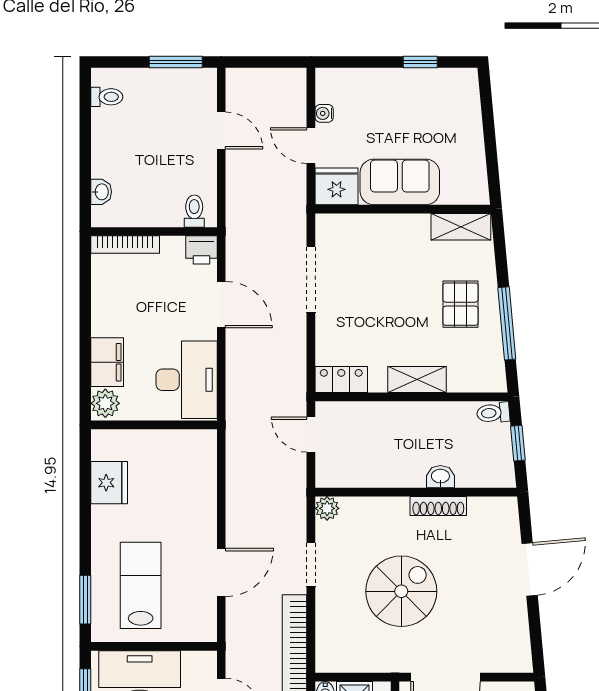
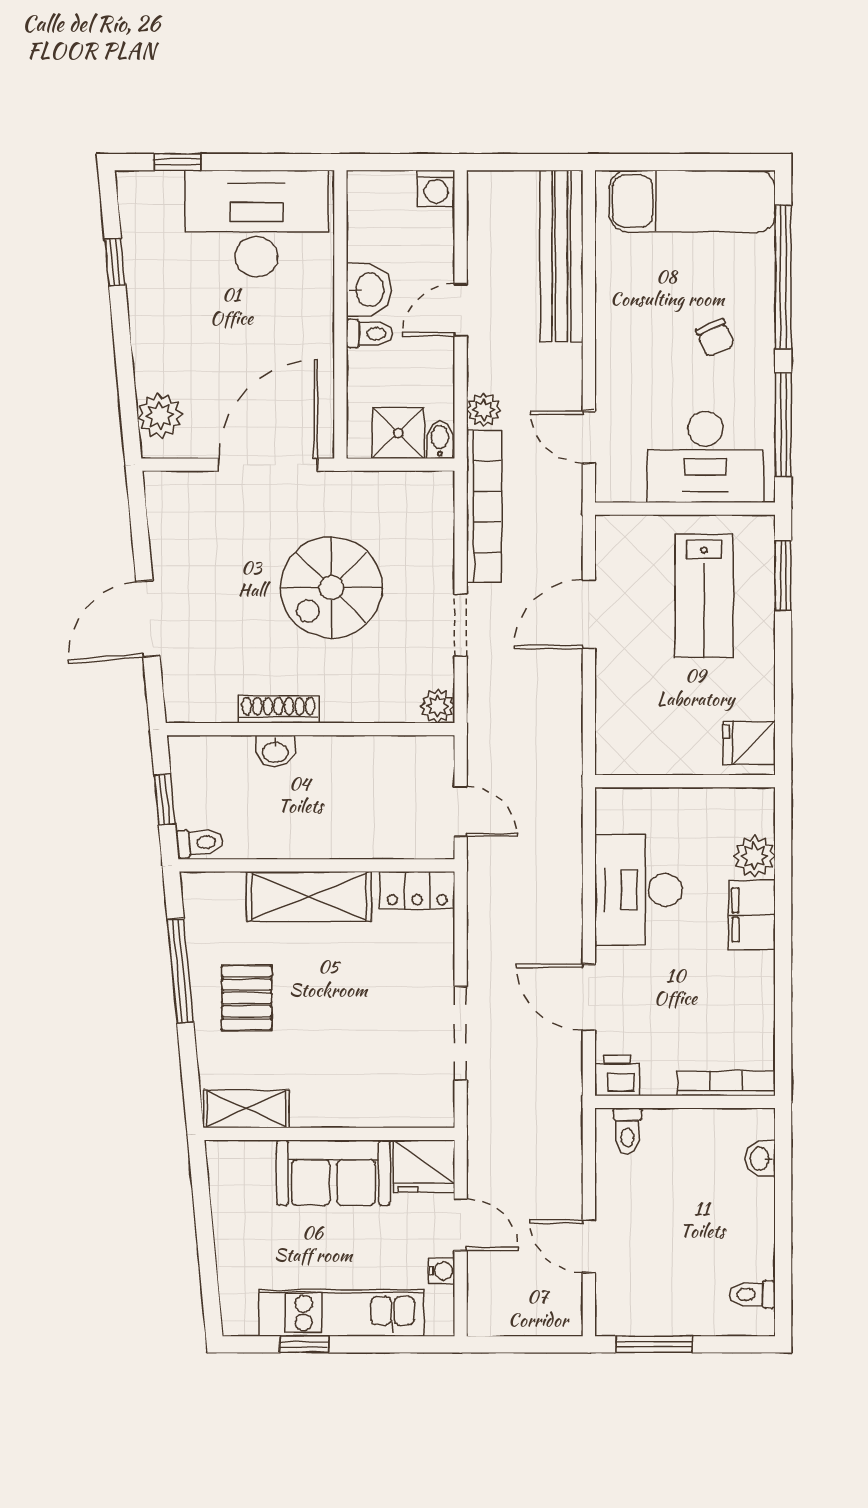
kitchen unit: (394, 84) -> (341, 1313), added
shelving: (417, 380) -> (309, 896), width x1.50, depth x1.33
wall: (154, 425) -> (685, 781), moved
fridge: (109, 483) -> (749, 743), width x0.72

